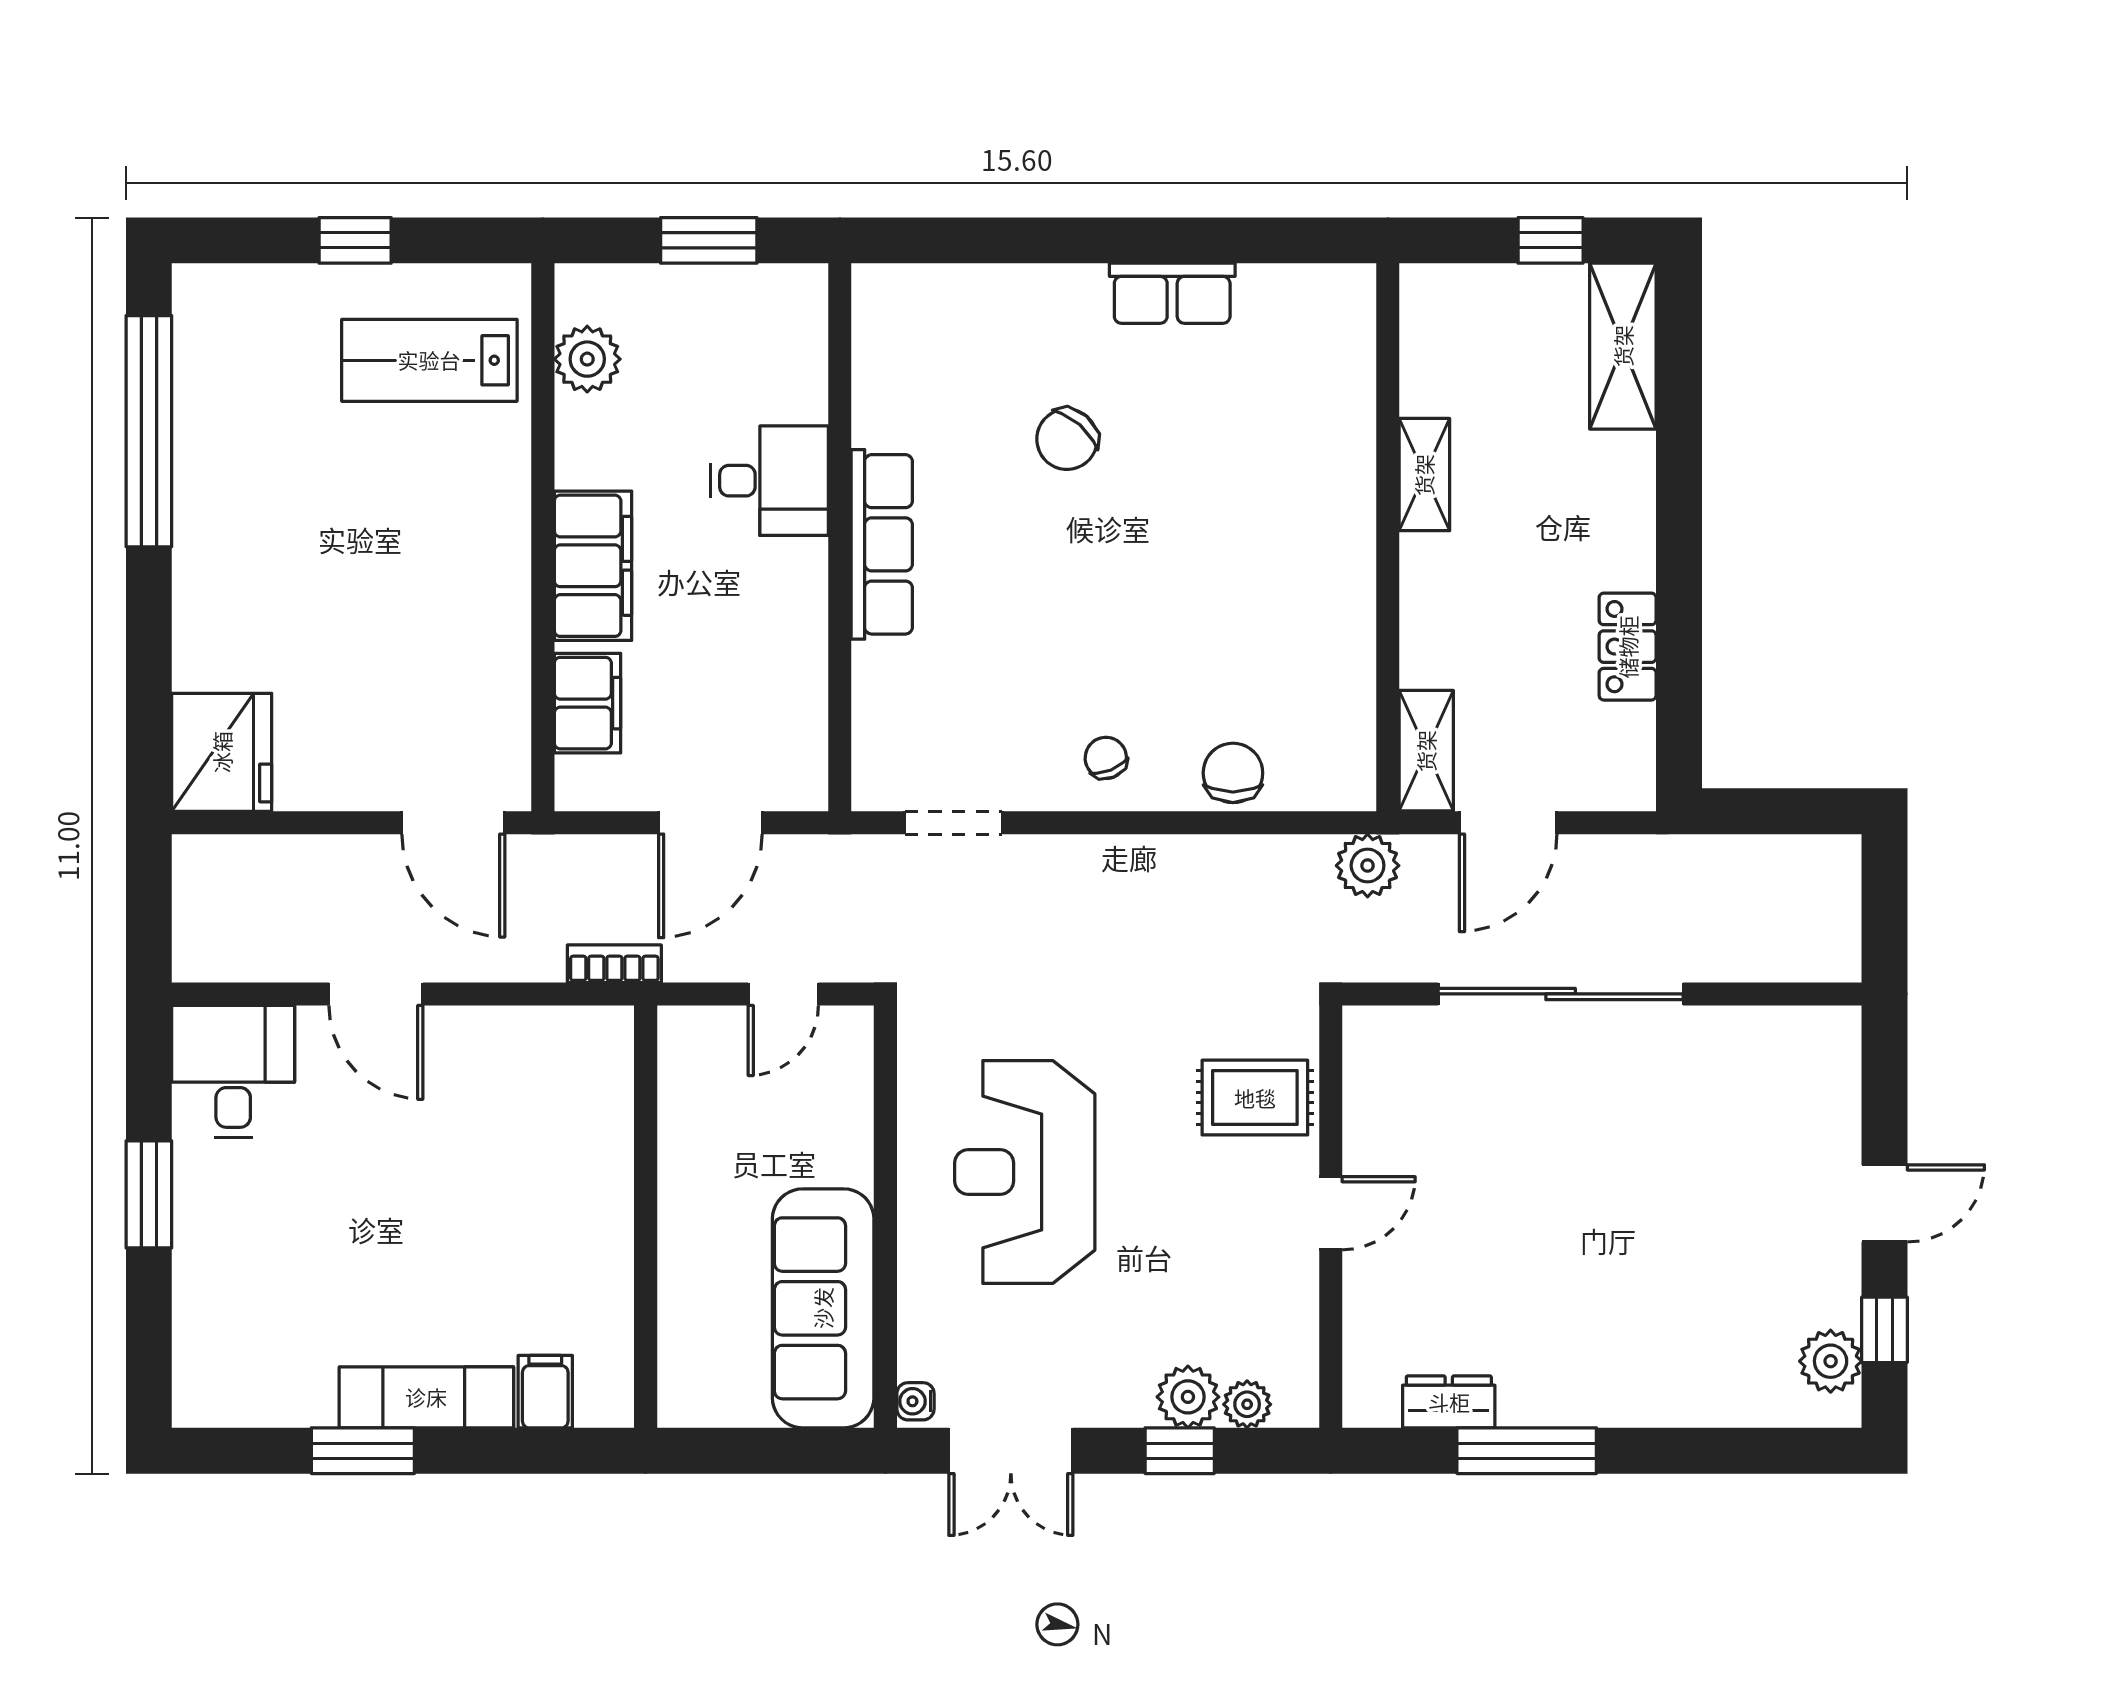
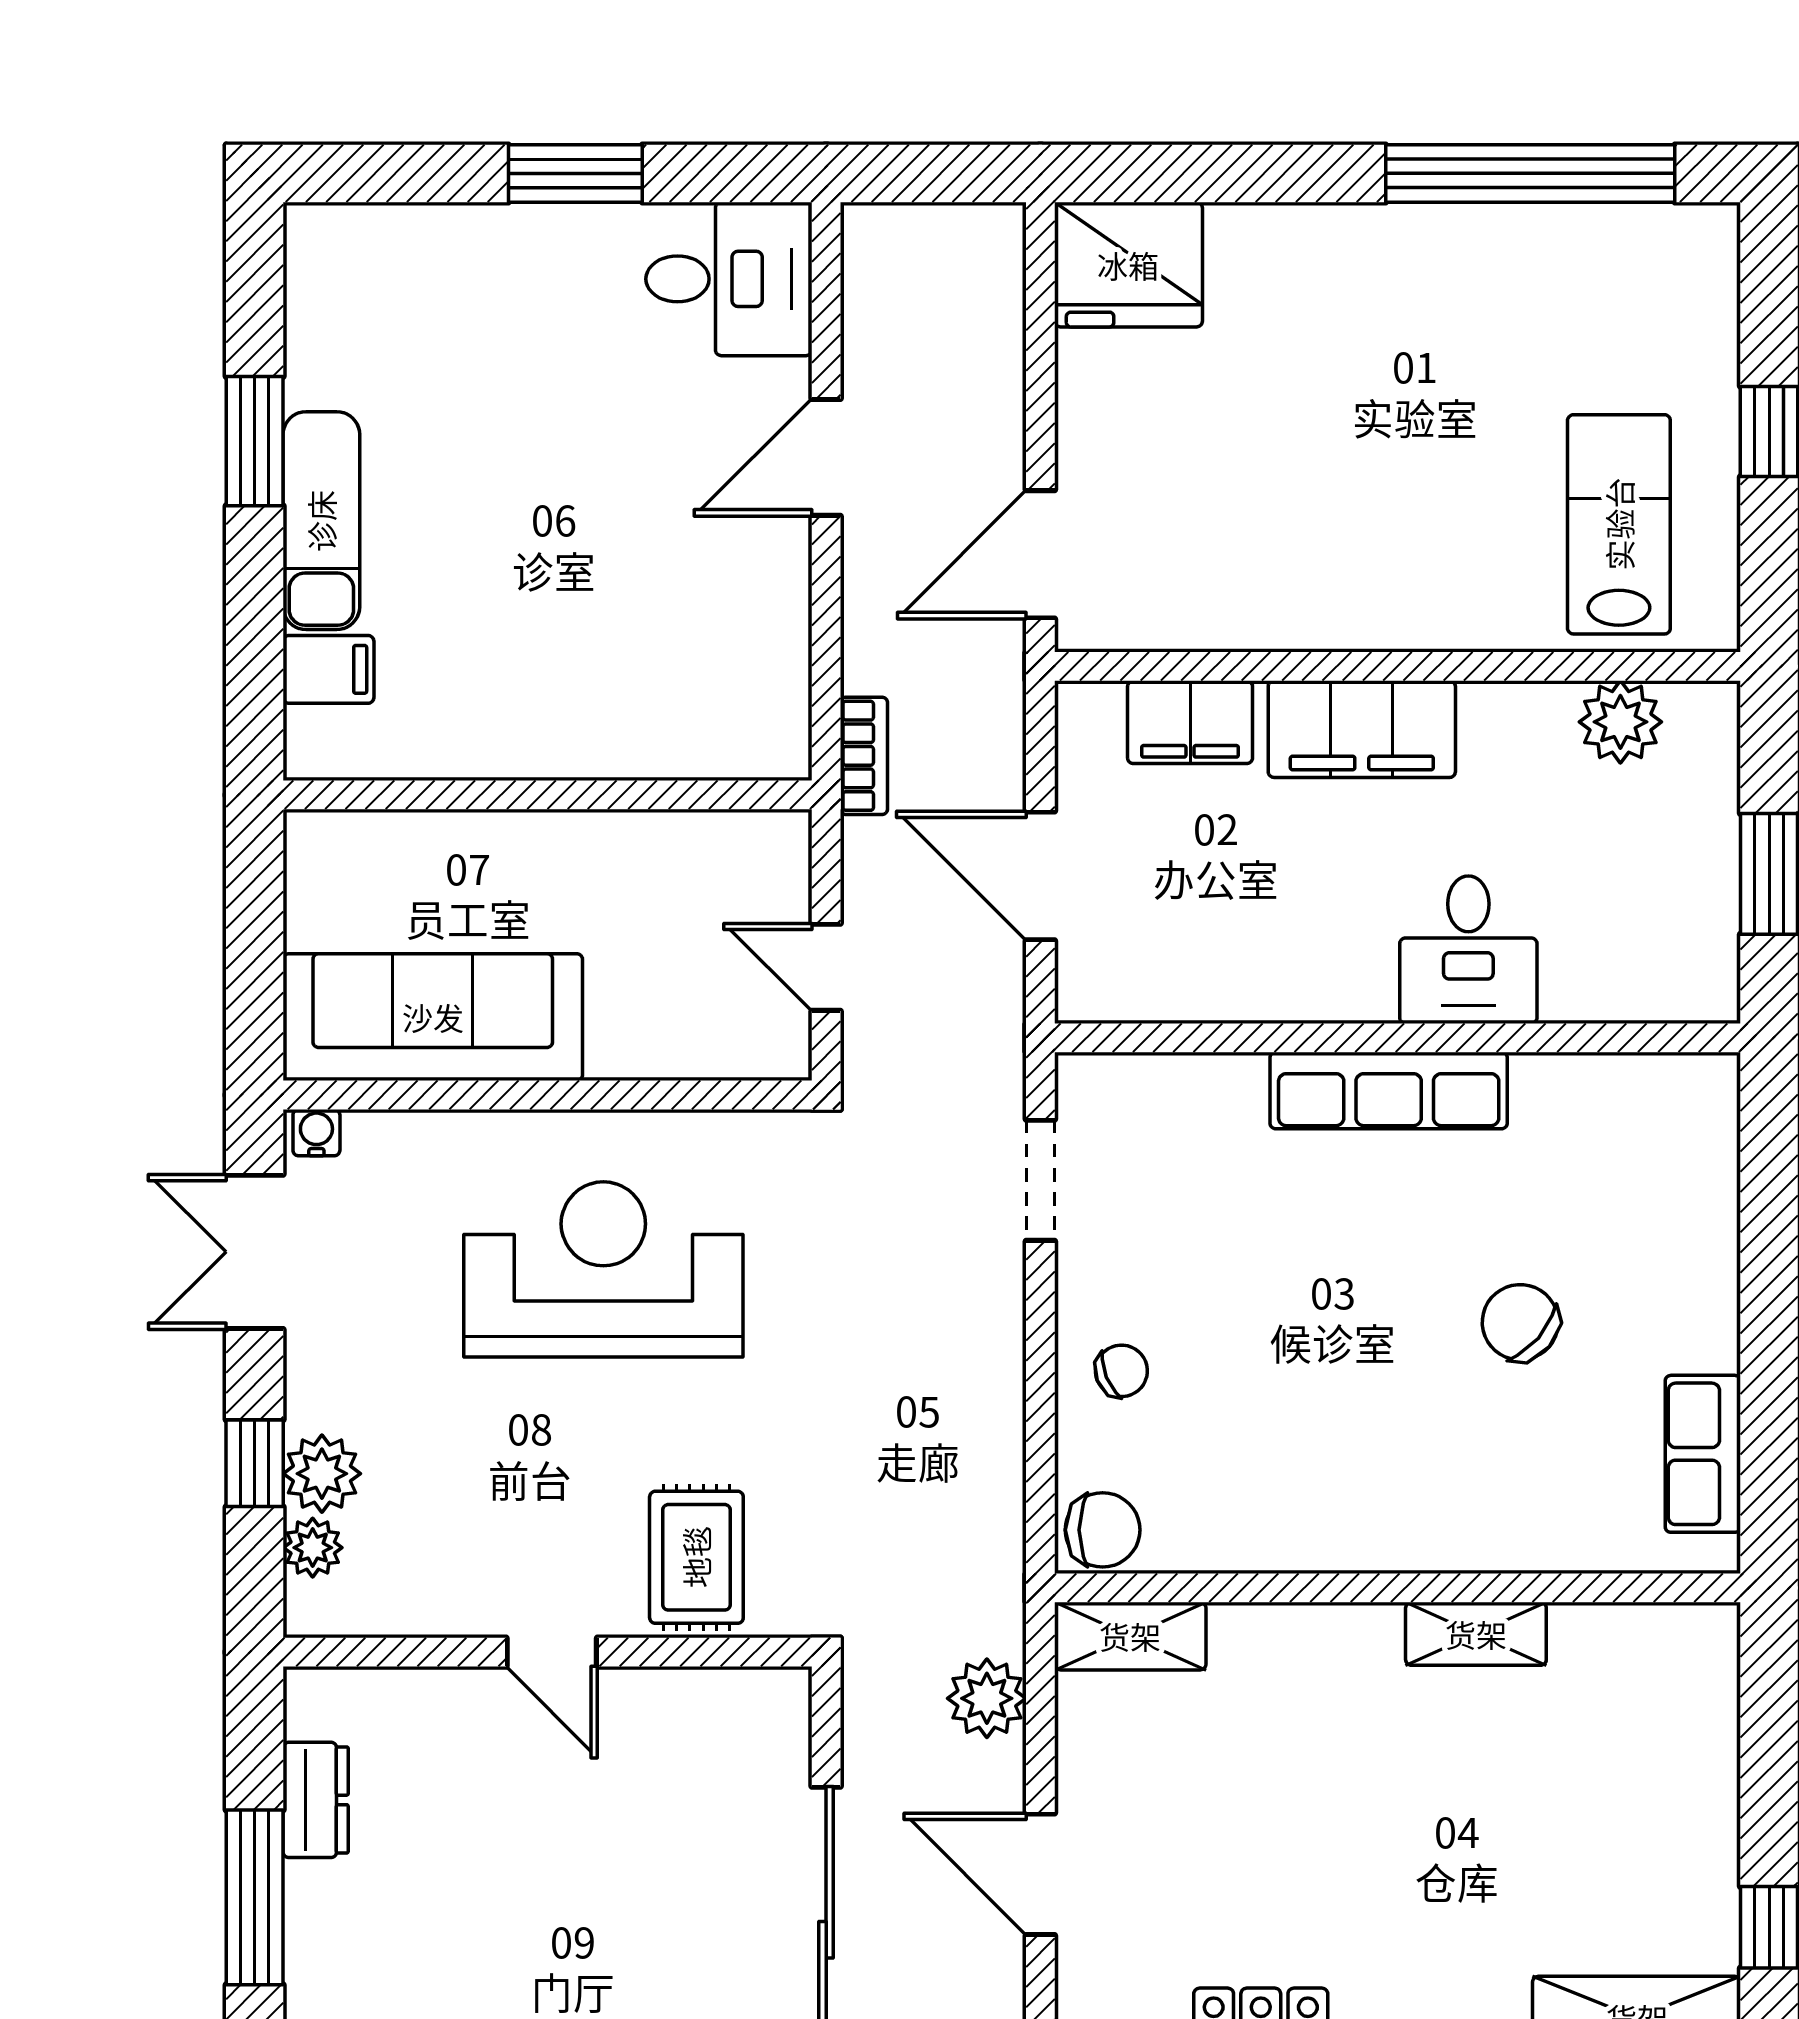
shelving: (1424, 475) -> (1476, 1634), moved
wall: (1388, 537) -> (1398, 1588), moved
shelving: (1426, 751) -> (1130, 1636), moved

